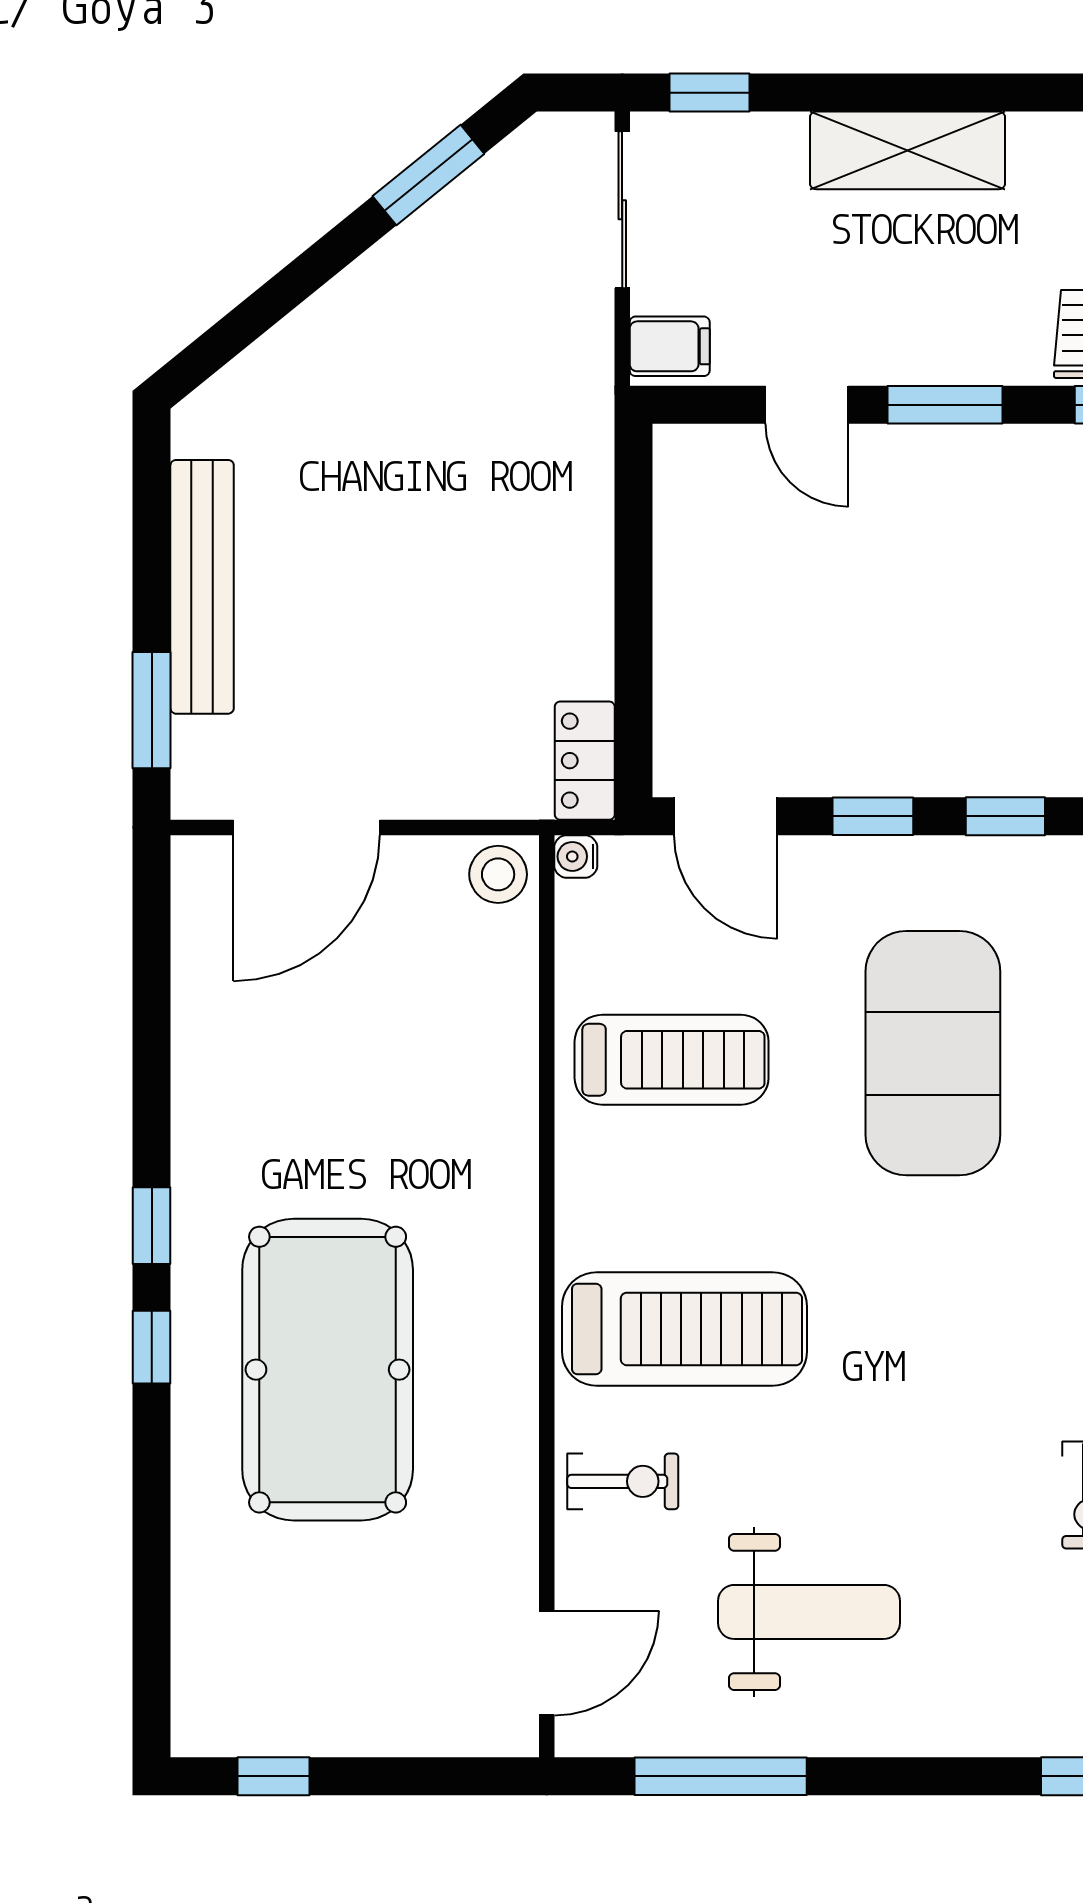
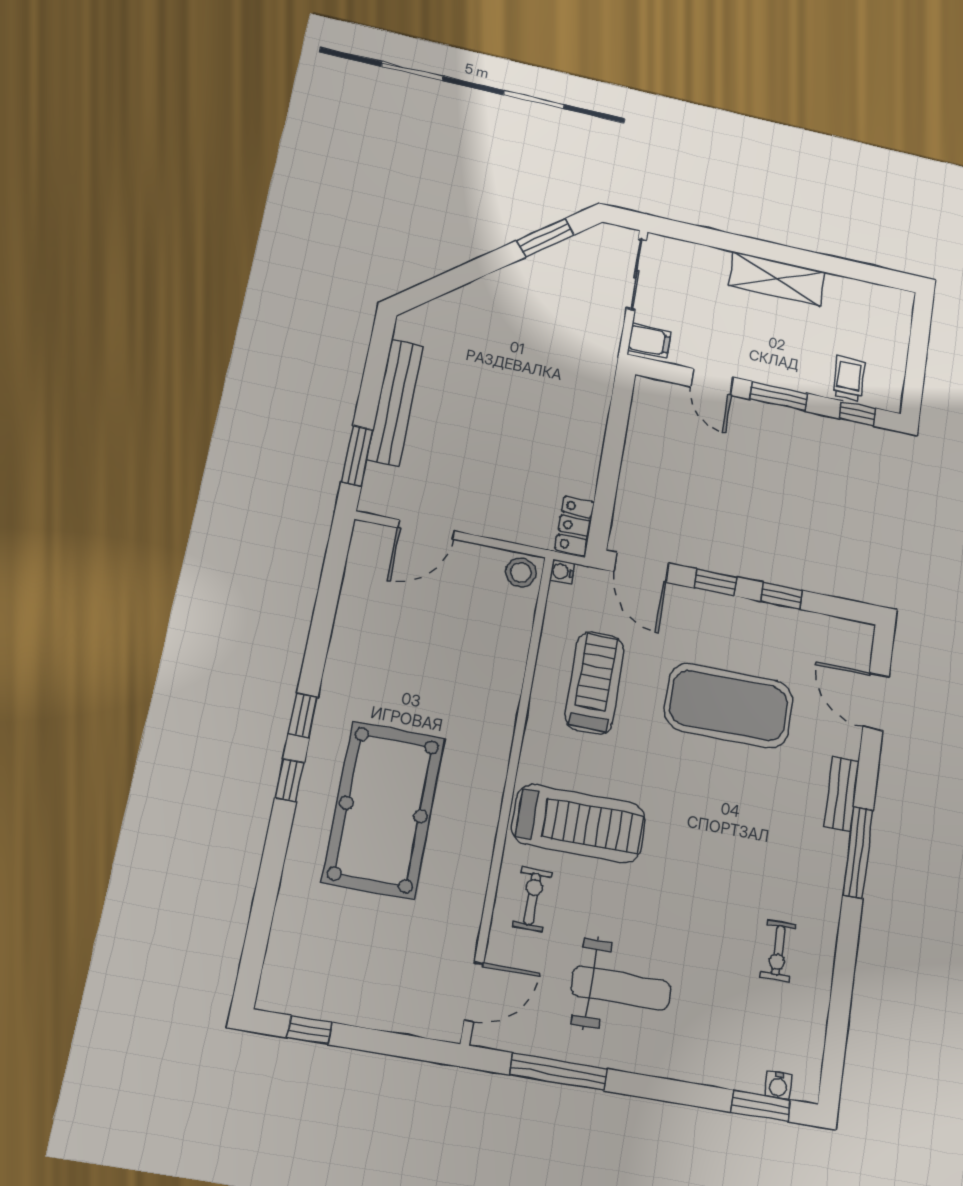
window: (709, 93) -> (687, 232), removed
door: (307, 827) -> (426, 529), width x0.73
exercise mat: (933, 1053) -> (729, 706), turned 90
treadmill: (672, 1060) -> (594, 683), turned -90
exercise bike: (623, 1481) -> (532, 899), turned -90

